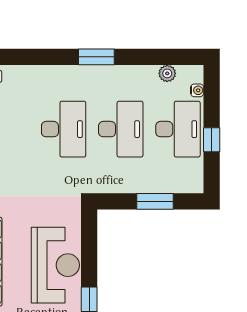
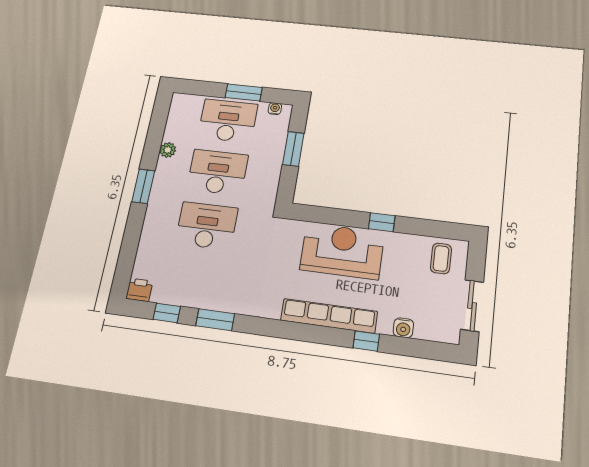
plant: (167, 73) -> (168, 150), moved
water cooler: (197, 90) -> (275, 109), moved
window: (212, 140) -> (244, 92), width x1.50

